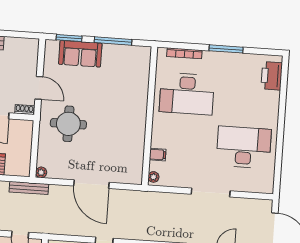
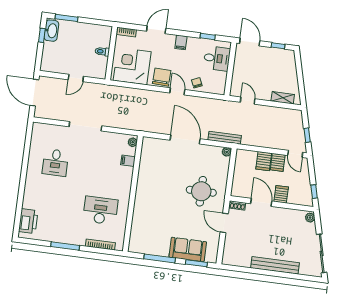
desk: (187, 94) -> (100, 210), width x0.73, depth x0.77
desk: (244, 147) -> (55, 163), width x0.53, depth x0.77
bench: (29, 188) -> (225, 138), moved

